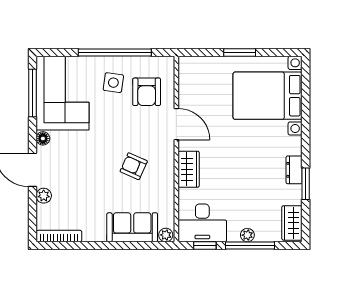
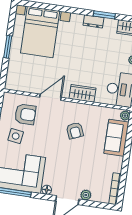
armchair: (134, 166) -> (75, 131), turned -47

